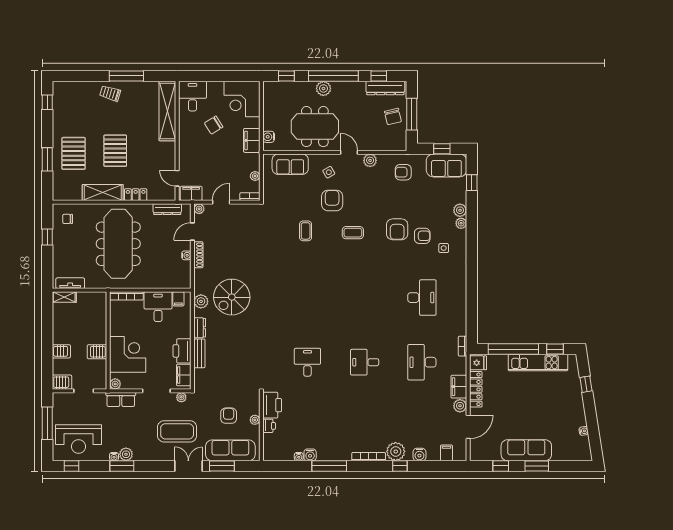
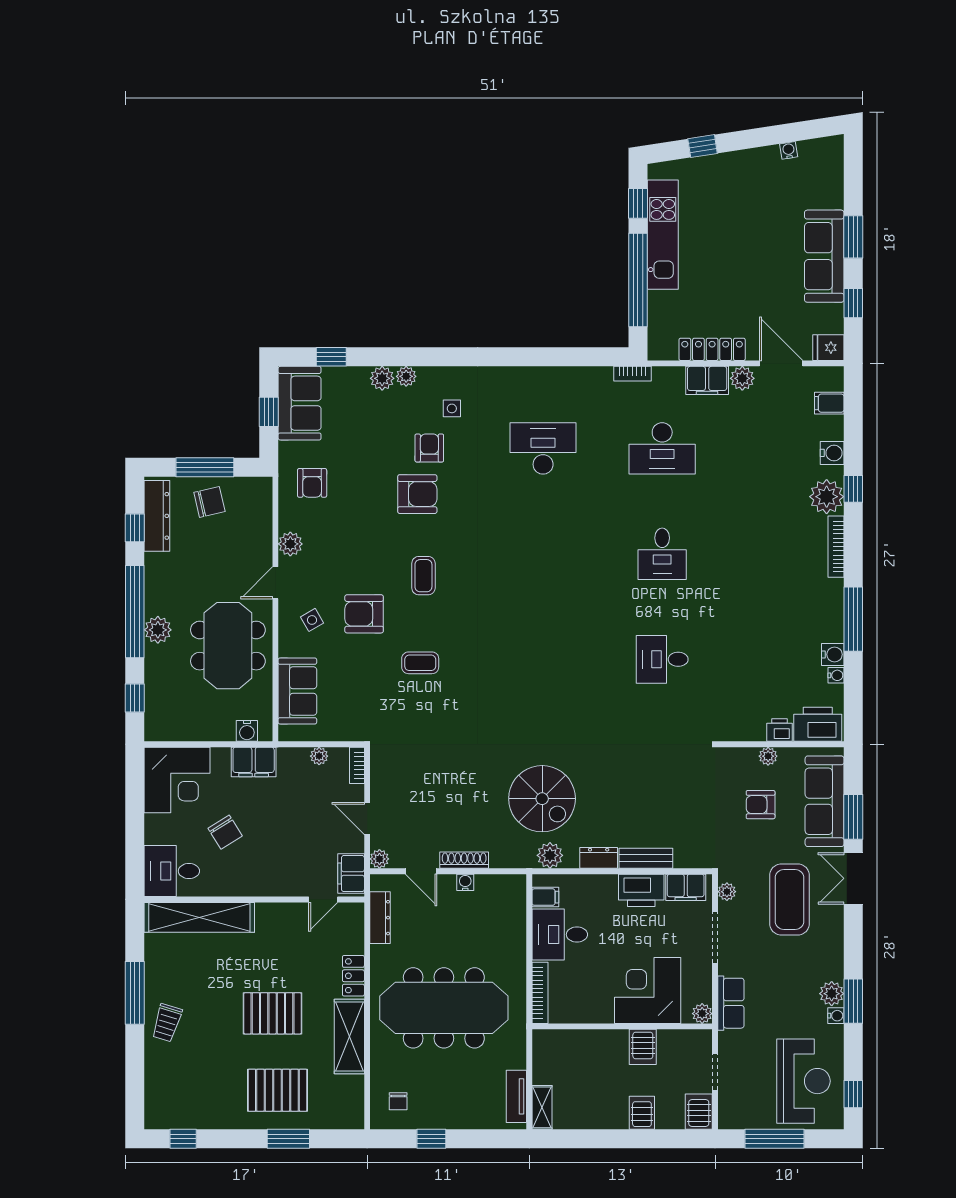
fridge: (478, 363) -> (828, 348), moved, turned -90
printer: (272, 405) -> (818, 724), moved

